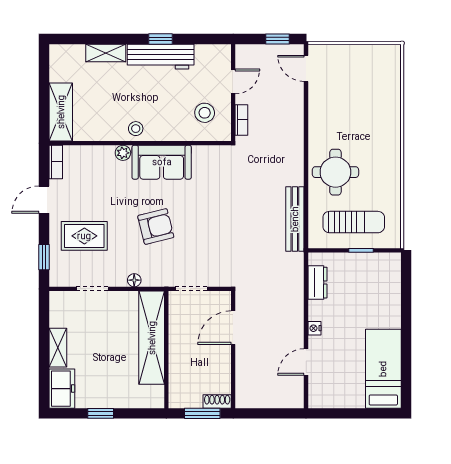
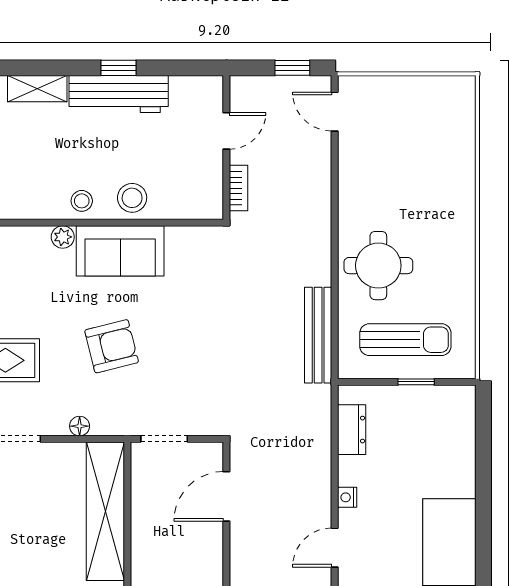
stool: (205, 113) -> (132, 198), moved

